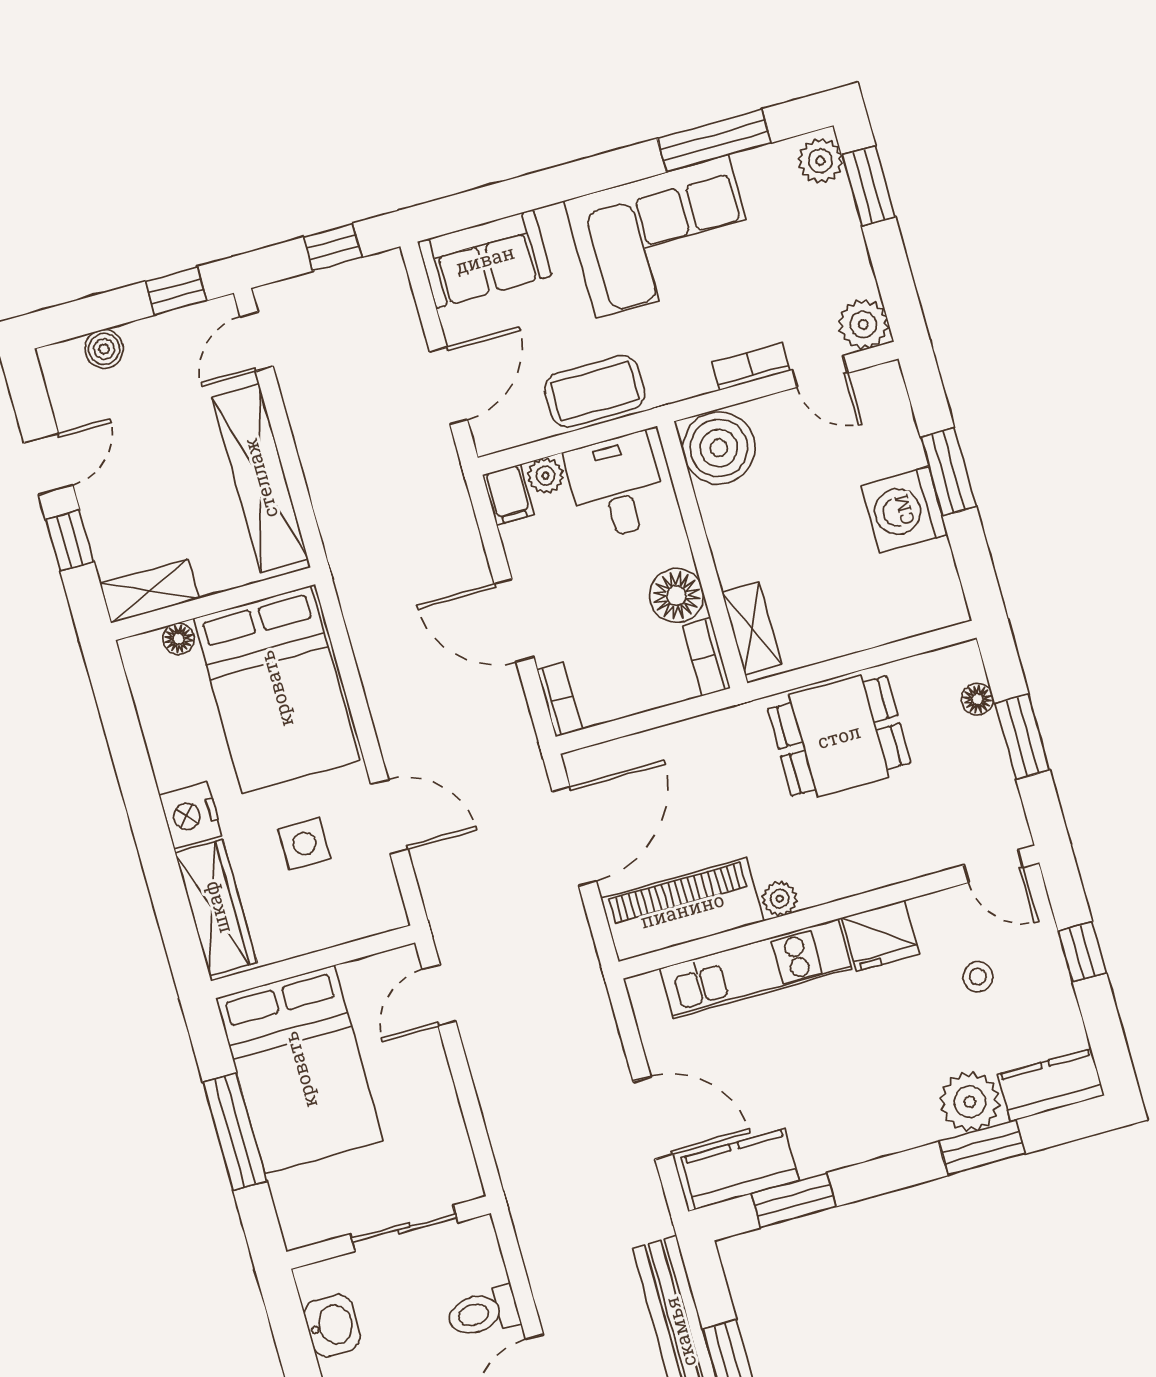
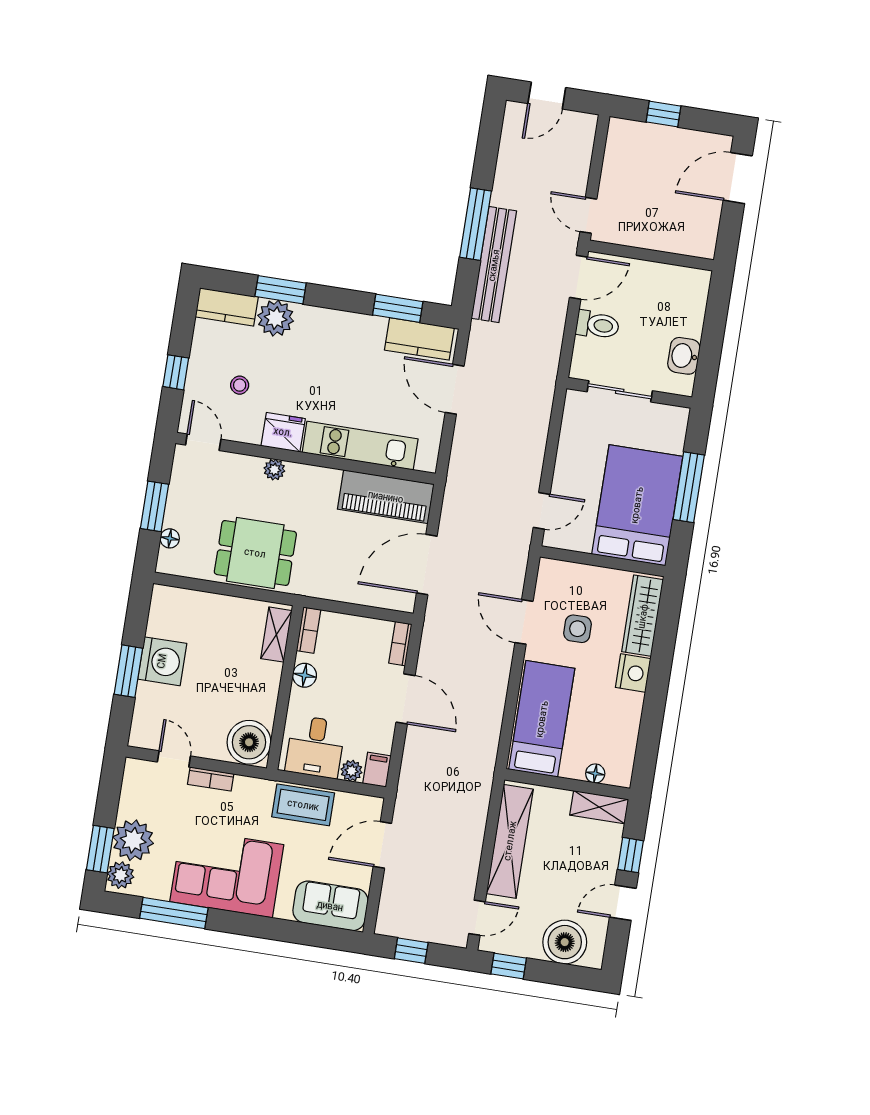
plant: (863, 324) -> (133, 840), moved, width x1.36, depth x1.36
boiler: (104, 349) -> (565, 942), width x1.86, depth x1.86
floor lamp: (676, 596) -> (305, 675), width x0.73, depth x0.73
bed: (276, 689) -> (542, 719), width x0.67
plant: (780, 899) -> (274, 470), moved

